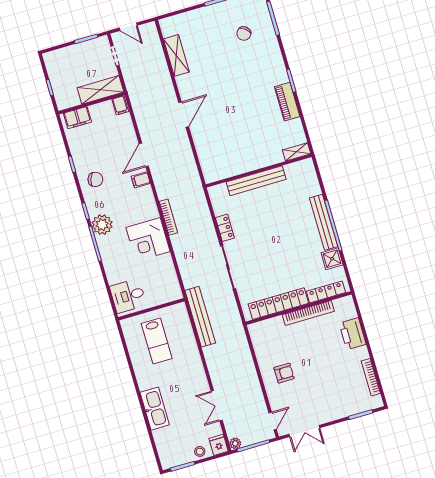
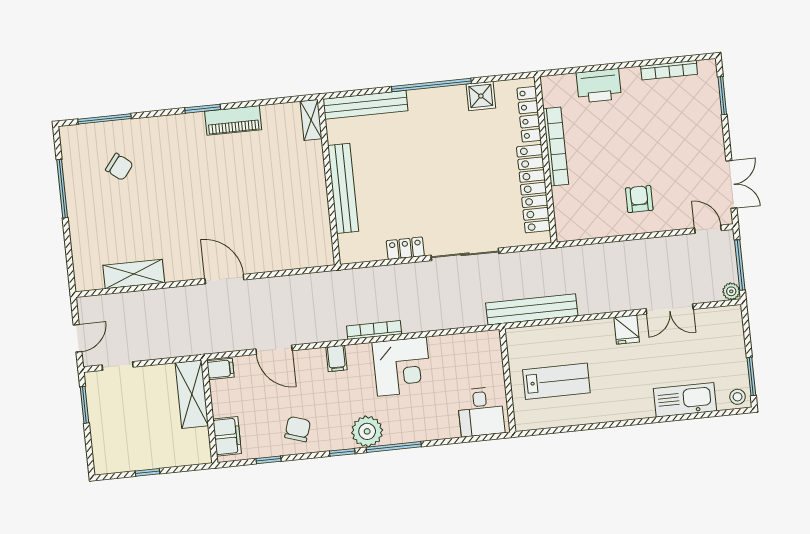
shelving: (100, 90) -> (192, 394), moved
wall: (92, 103) -> (209, 411), moved
filing cabinet: (120, 105) -> (220, 369), moved
filing cabinet: (77, 118) -> (227, 436), moved
filing cabinet: (141, 180) -> (336, 358), moved
bench: (324, 222) -> (365, 105), moved
kitchen sink: (155, 409) -> (685, 400), moved
fridge: (219, 445) -> (627, 330), moved, turned -90
stool: (200, 451) -> (738, 397), moved

